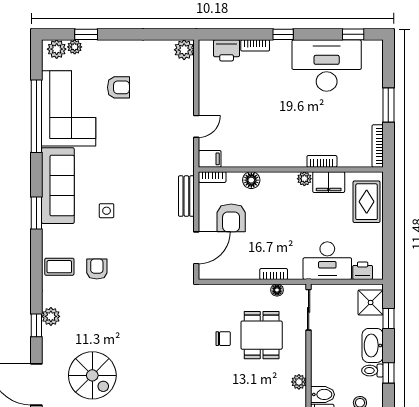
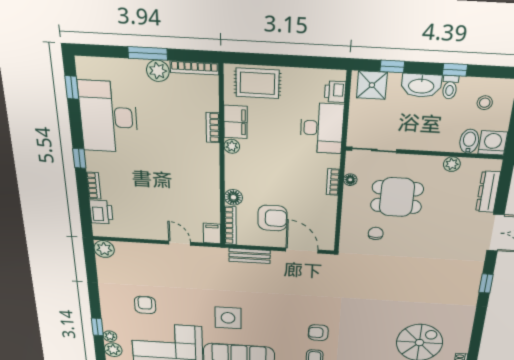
plant: (373, 113) -> (158, 71), added
bookcase: (212, 177) -> (230, 226), width x1.56
side table: (107, 211) -> (228, 318), moved, width x1.87, depth x1.87
chair: (223, 339) -> (376, 233), moved

